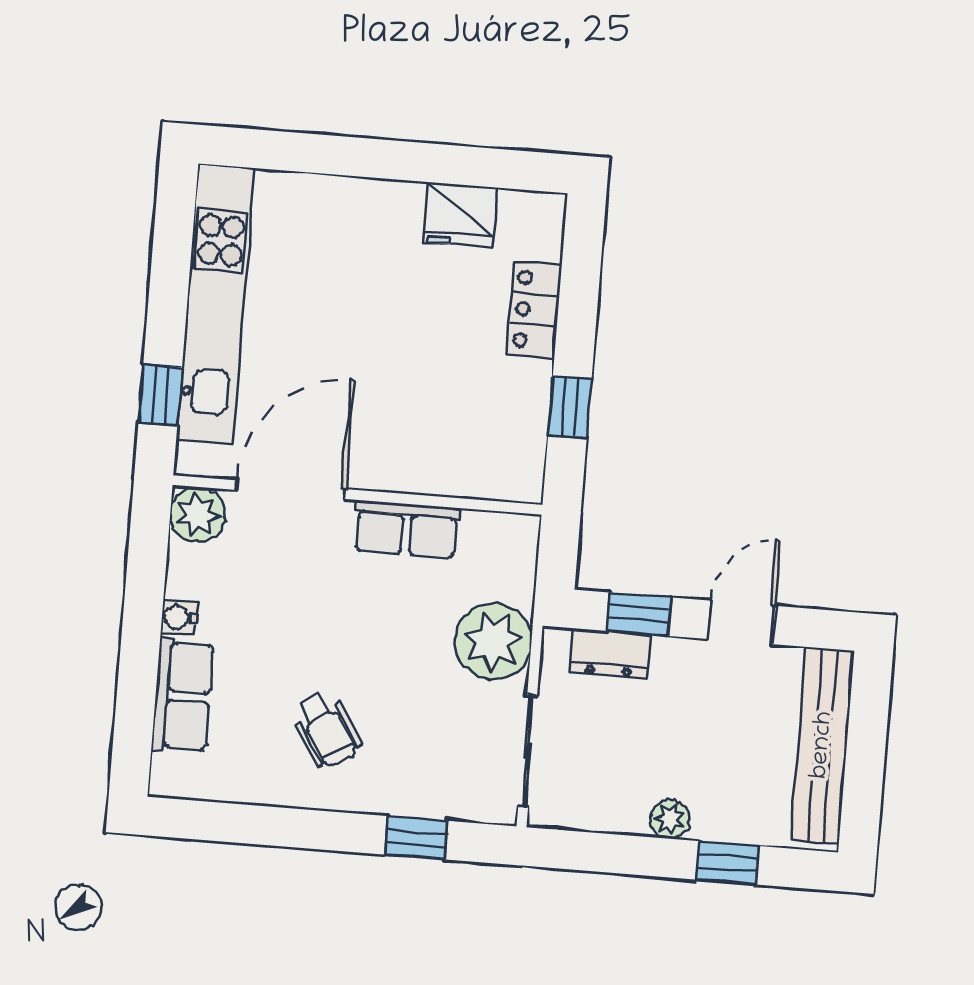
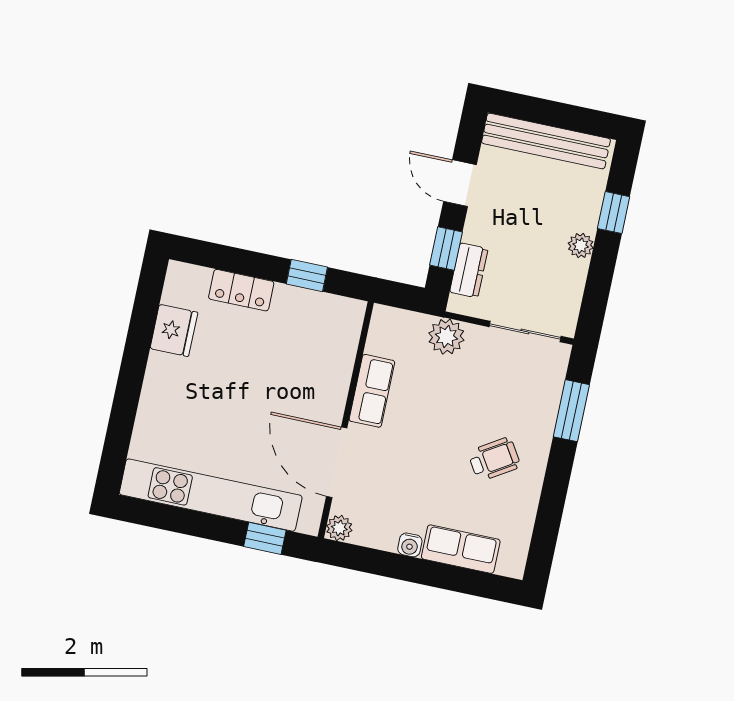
plant: (198, 515) -> (339, 528), width x0.73, depth x0.73
plant: (493, 642) -> (446, 337), width x0.73, depth x0.73
window: (416, 838) -> (571, 411), width x1.50

